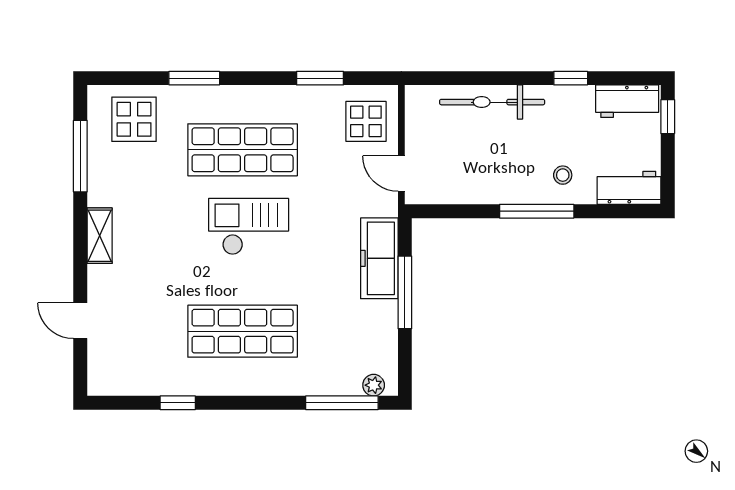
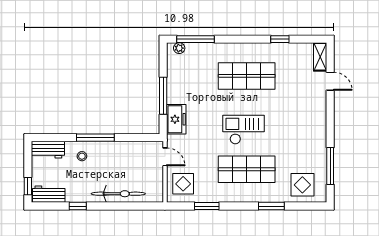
checkout: (249, 227) -> (244, 130), turned 180
shelving: (100, 236) -> (320, 57), moved
freezer: (379, 258) -> (176, 119), width x0.71

